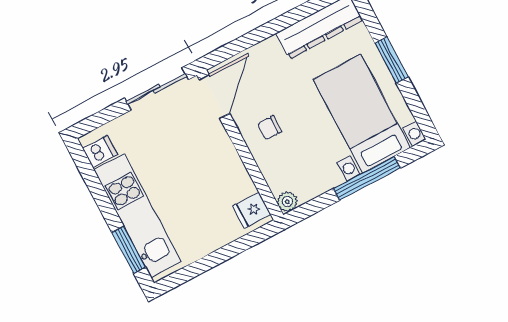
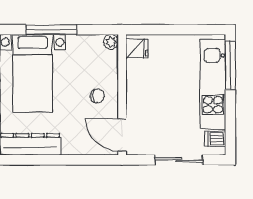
sliding door: (157, 89) -> (179, 160), moved
door: (214, 97) -> (122, 135), hinge flipped
window: (129, 250) -> (230, 65), width x1.44

